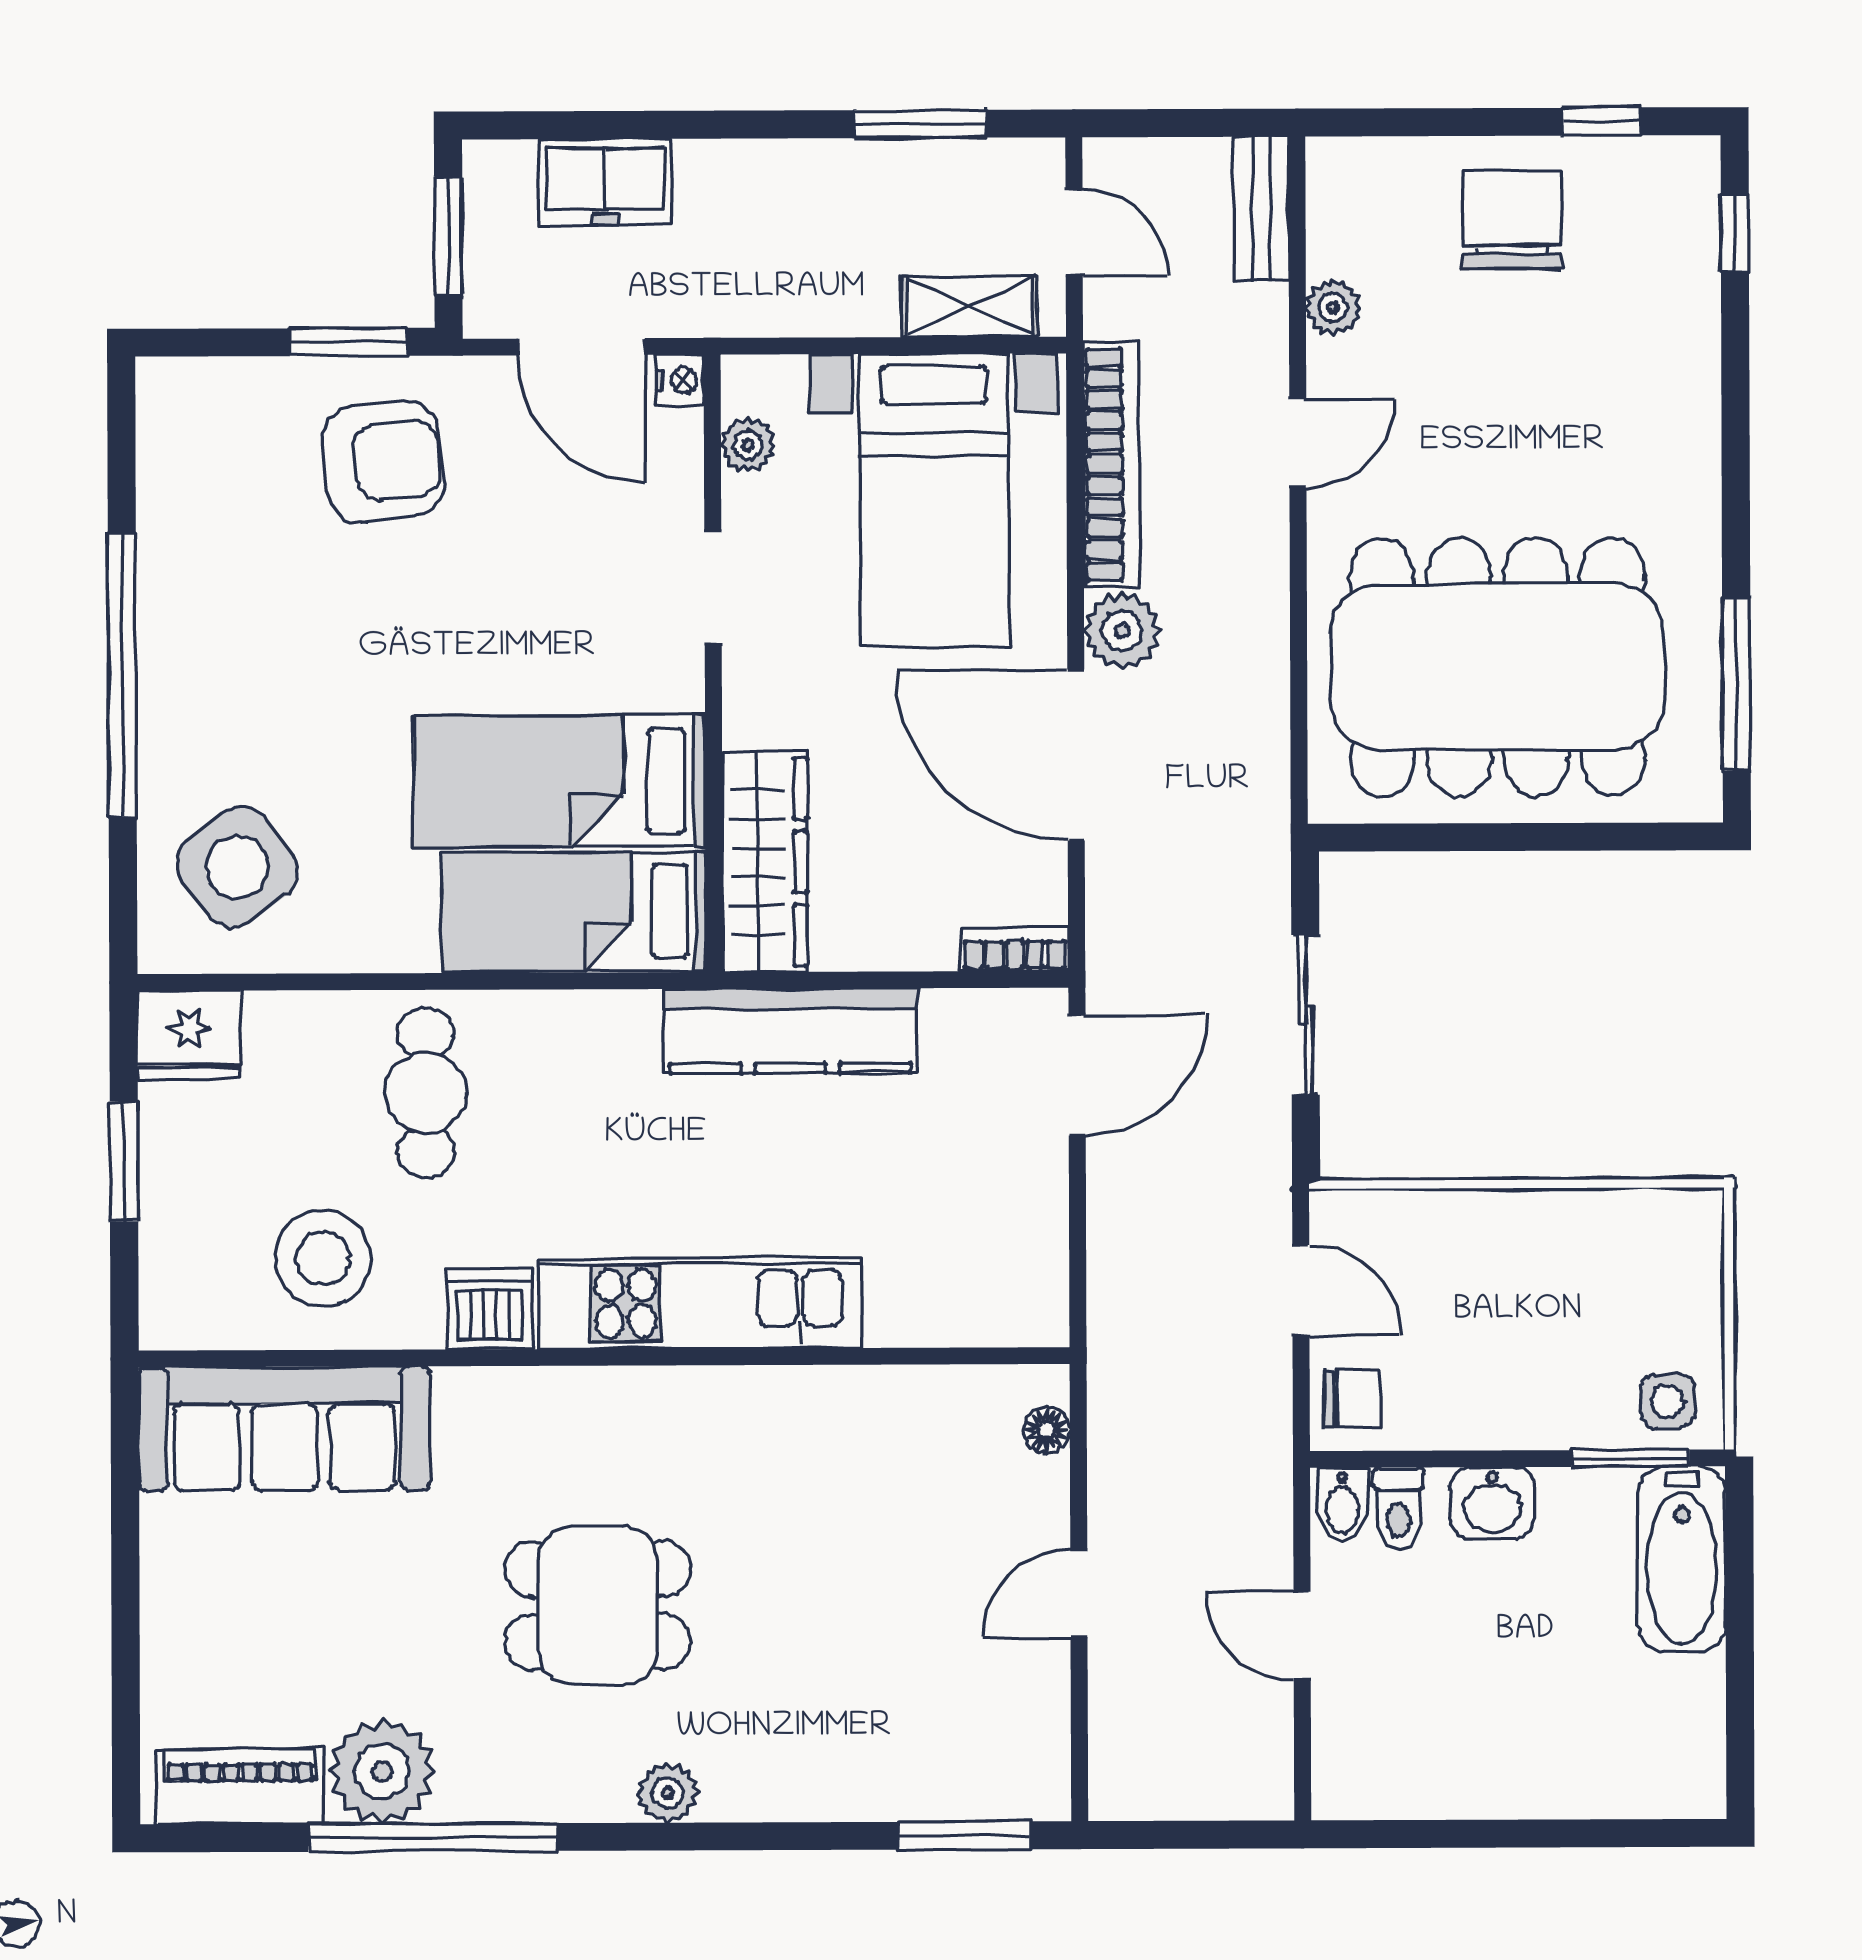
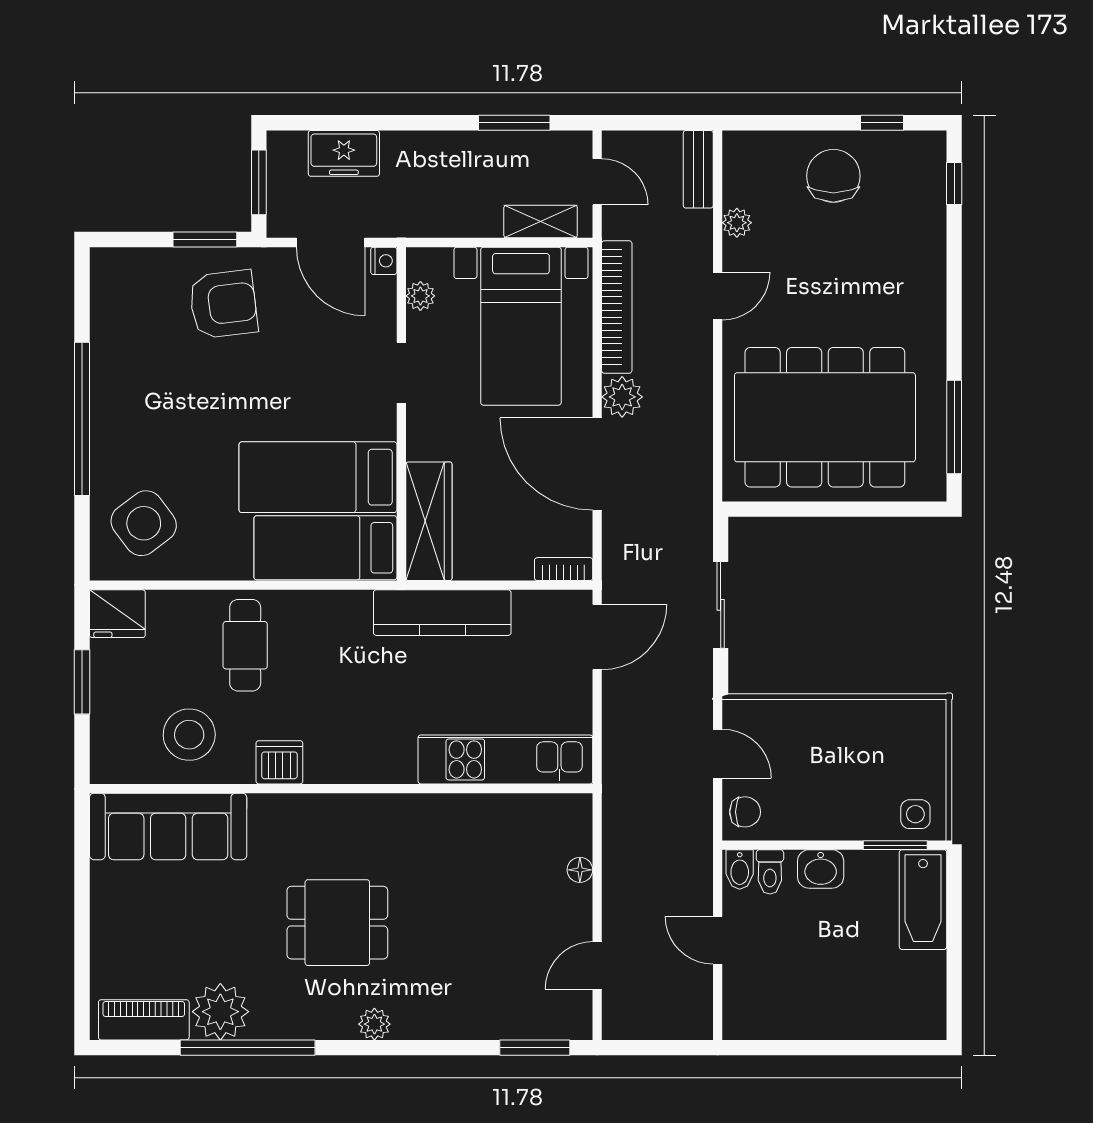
kitchen unit: (700, 1303) -> (505, 759), moved
floor lamp: (1046, 1430) -> (580, 870), moved
door: (1079, 1593) -> (597, 965), moved

